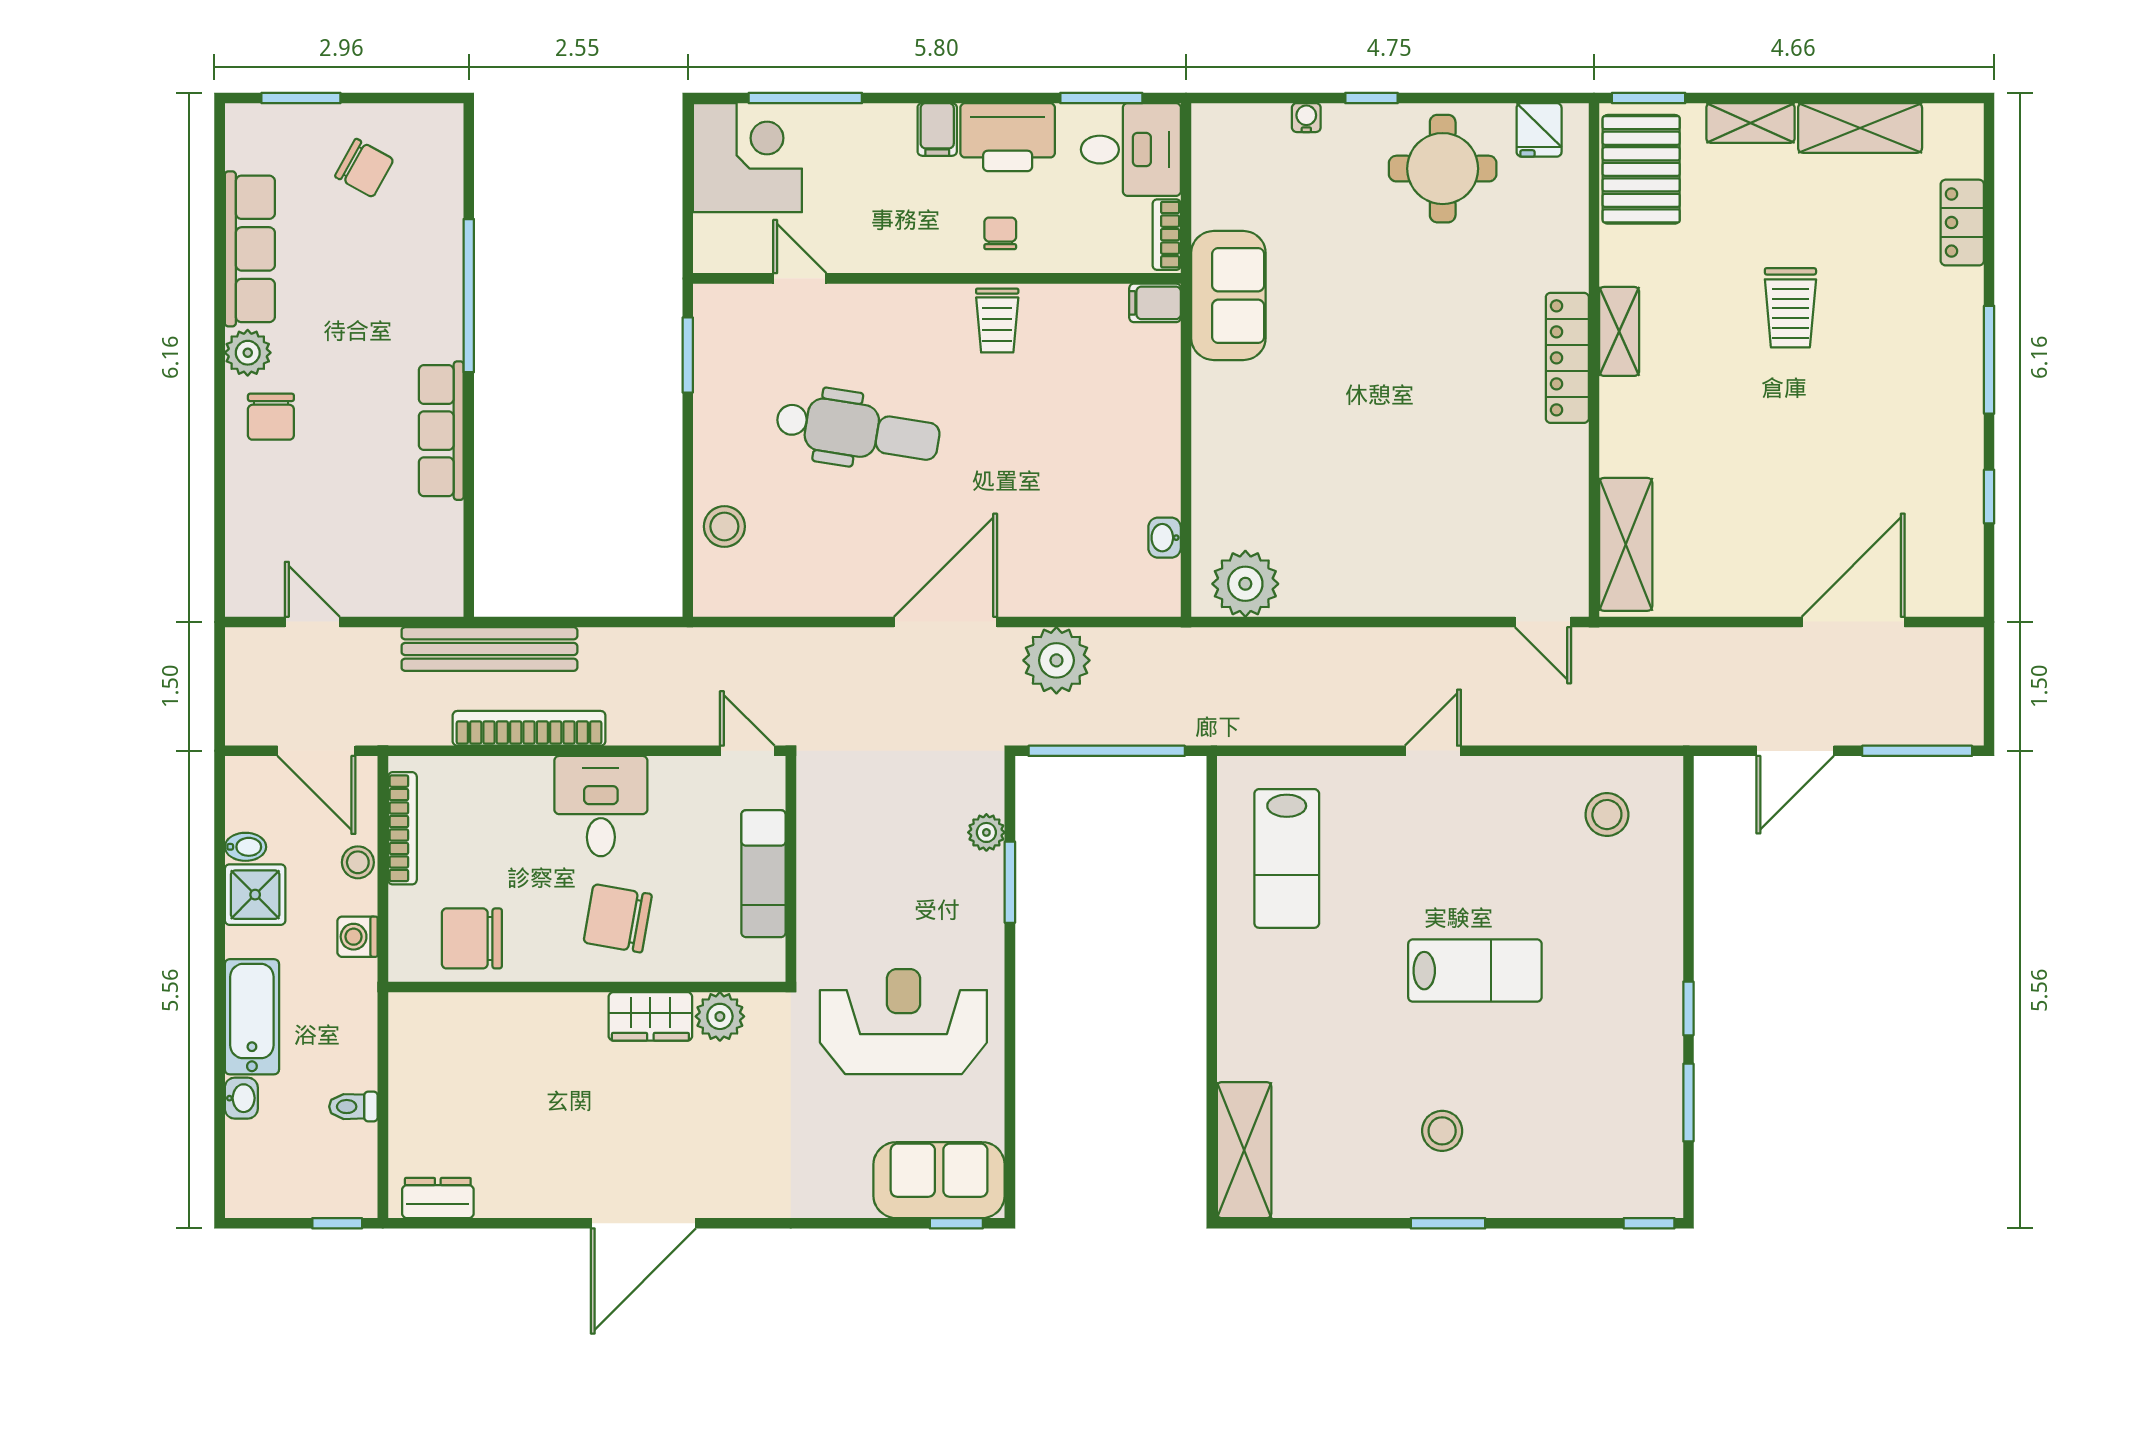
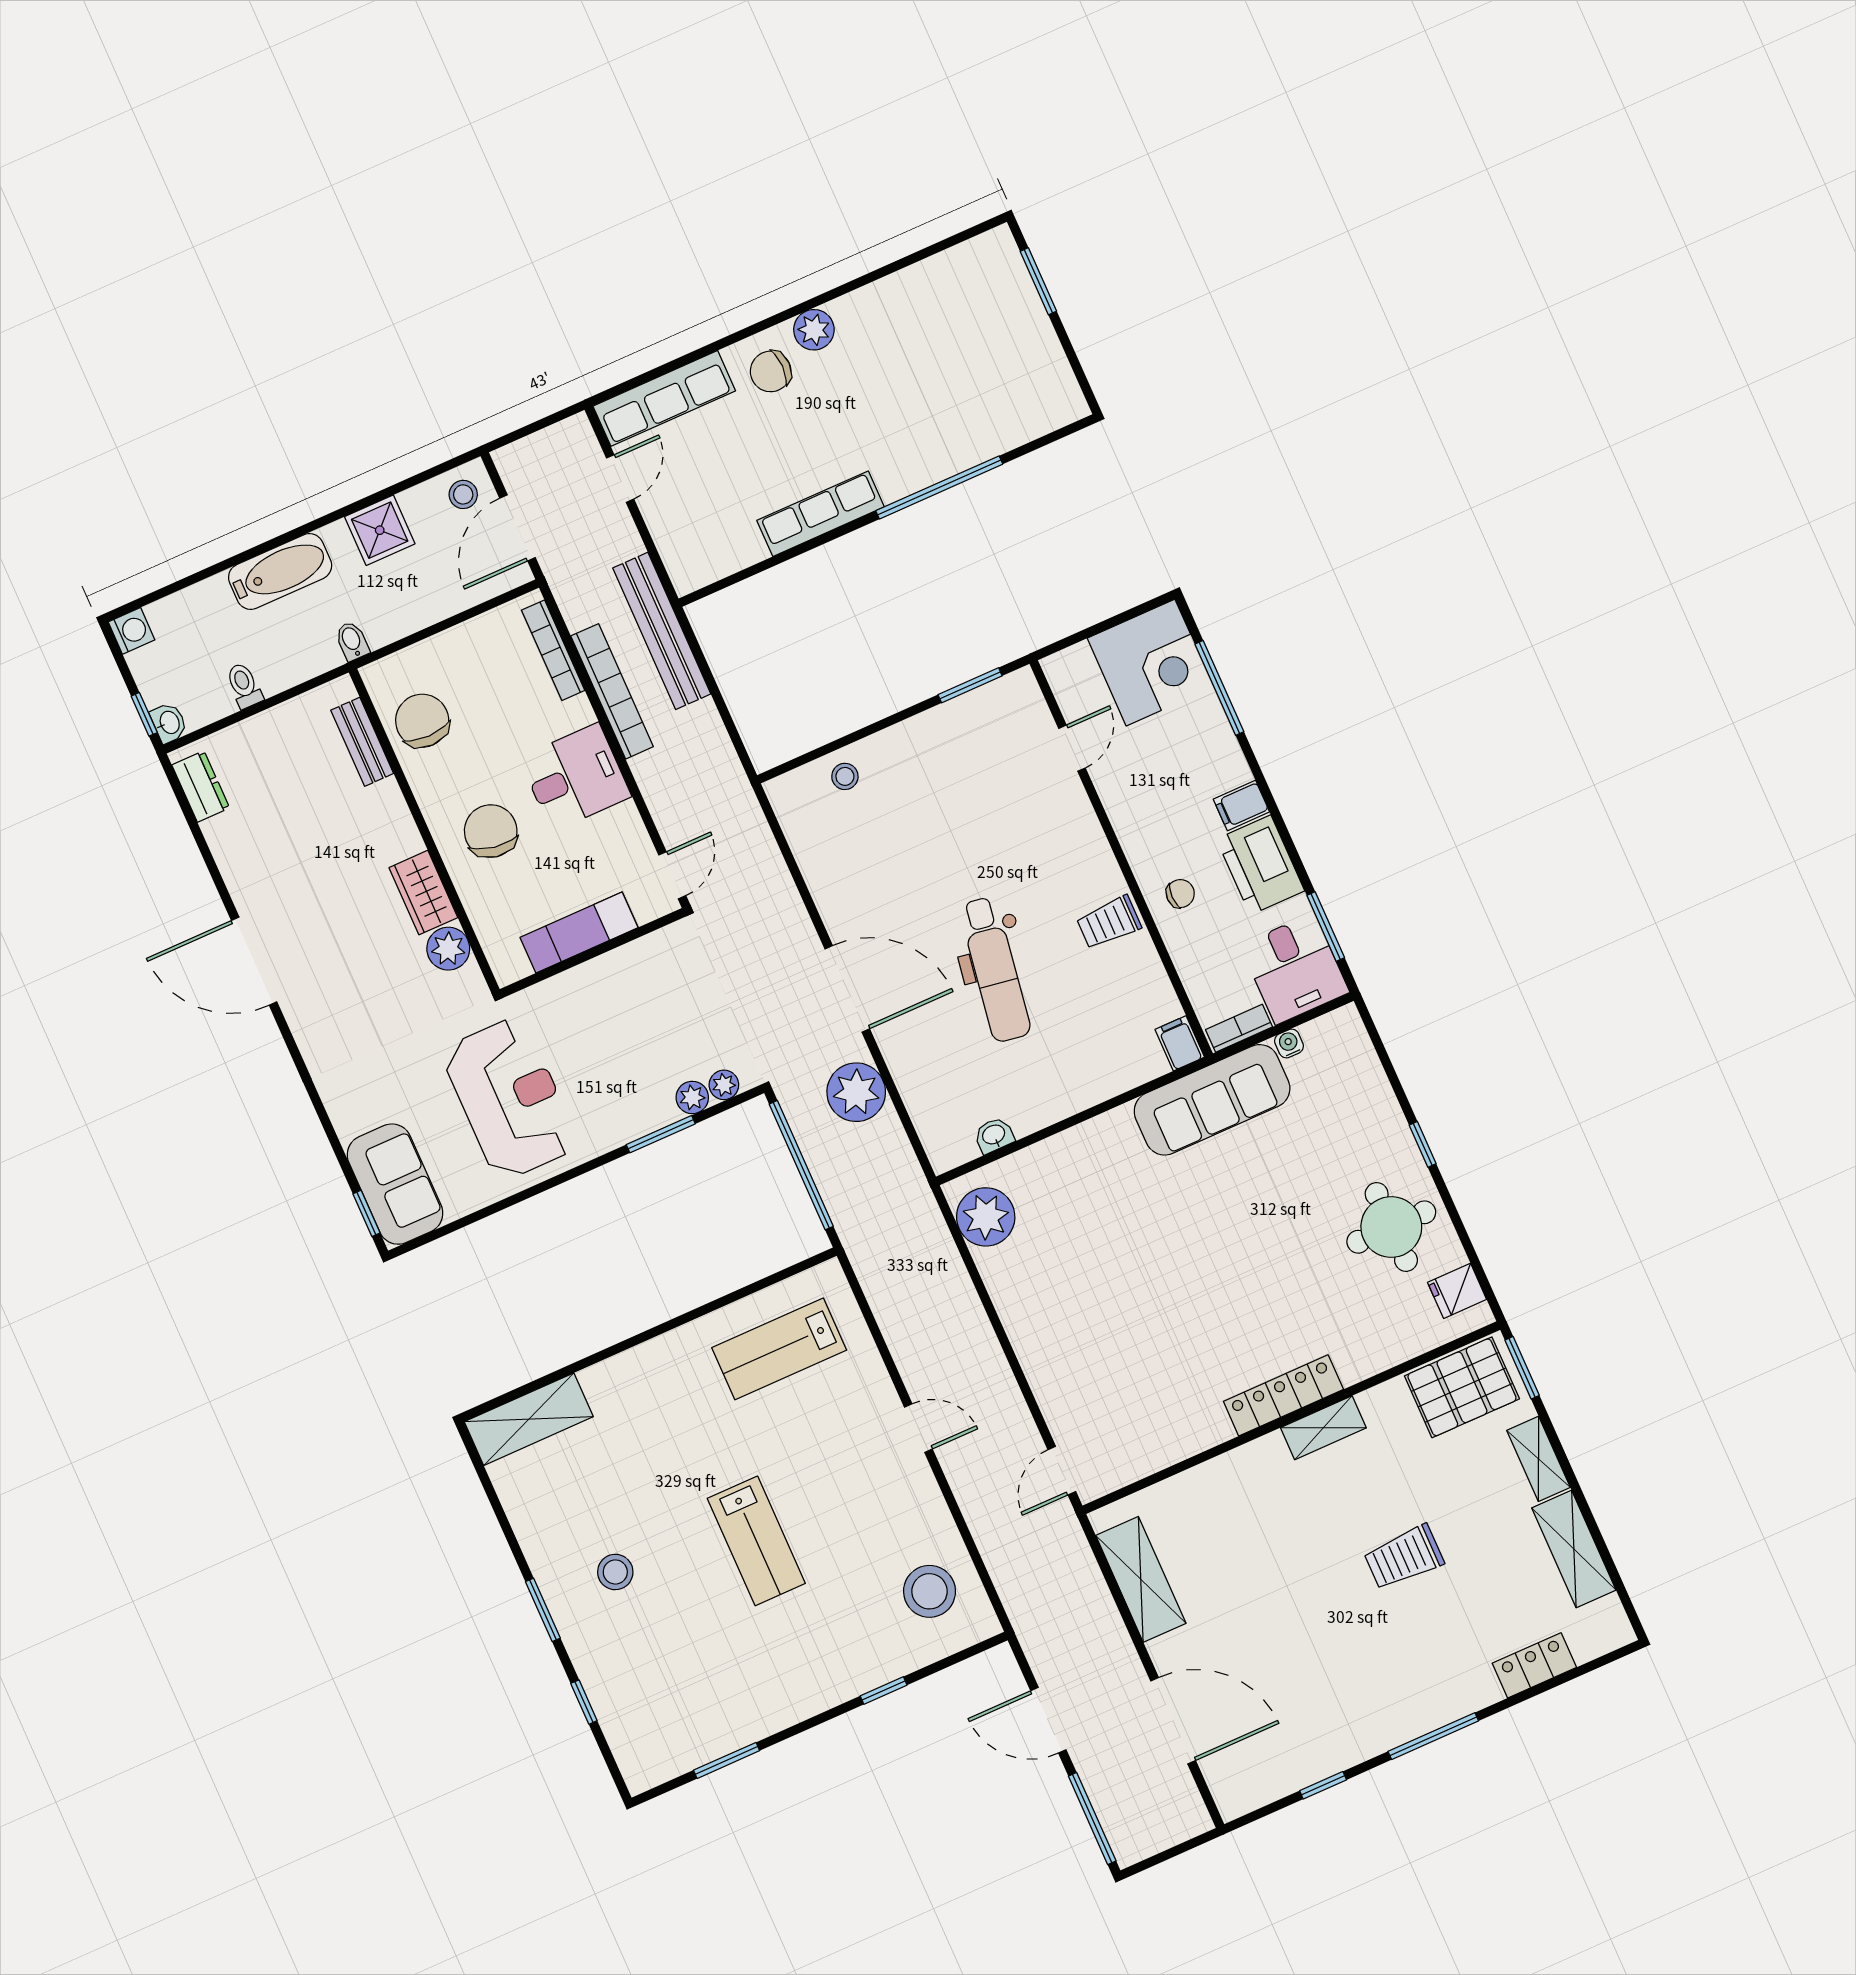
water cooler: (1306, 118) -> (1289, 1043), moved, turned -90
chair: (364, 168) -> (1005, 357), removed
row of seats: (250, 249) -> (664, 398), moved
sofa: (1228, 295) -> (1212, 1100), width x1.36
dental chair: (858, 430) -> (995, 969), moved
stool: (724, 526) -> (845, 776), width x0.73, depth x0.73
shelving: (1626, 544) -> (1141, 1579), moved, turned 90
plant: (988, 794) -> (724, 1085), added
stool: (1607, 815) -> (930, 1591), width x1.38, depth x1.38
bookcase: (402, 828) -> (553, 650), moved, turned 90
bidet: (245, 847) -> (352, 641), moved, turned 180
stool: (358, 862) -> (463, 494), moved
washing machine: (358, 937) -> (132, 631), moved, turned 90
window: (1688, 1008) -> (884, 1690), moved
bench: (466, 1010) -> (362, 742), added
washbasin: (241, 1098) -> (169, 723), moved, turned -90
window: (1649, 1223) -> (584, 1702), moved

